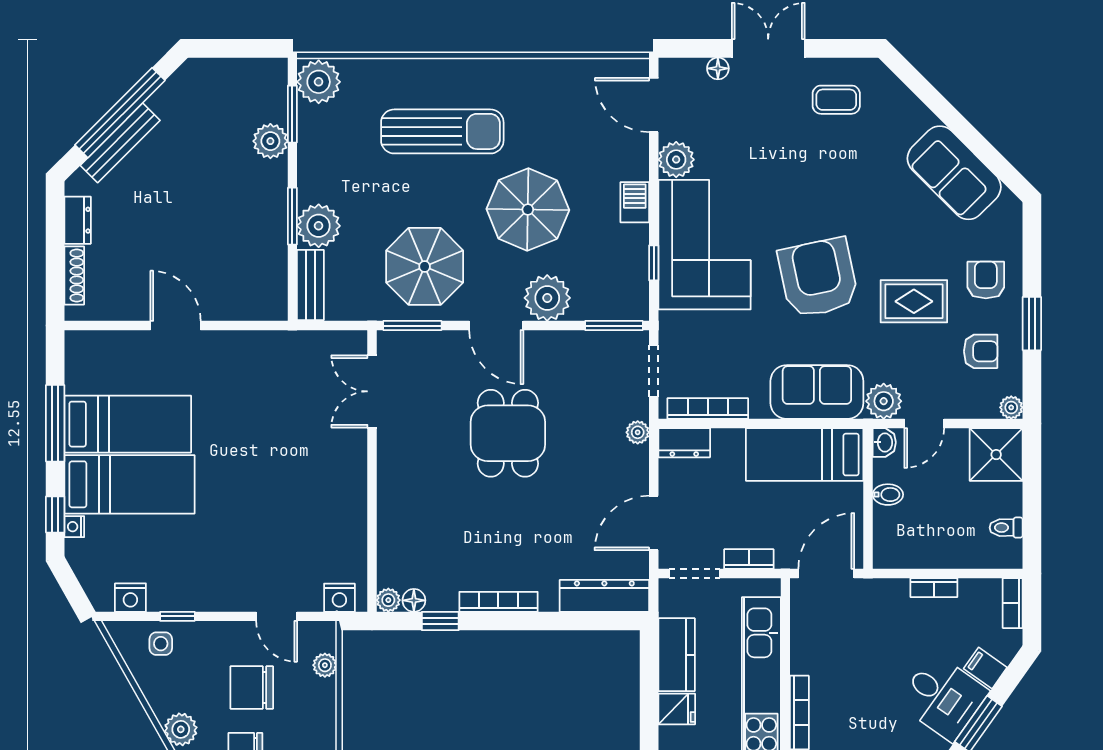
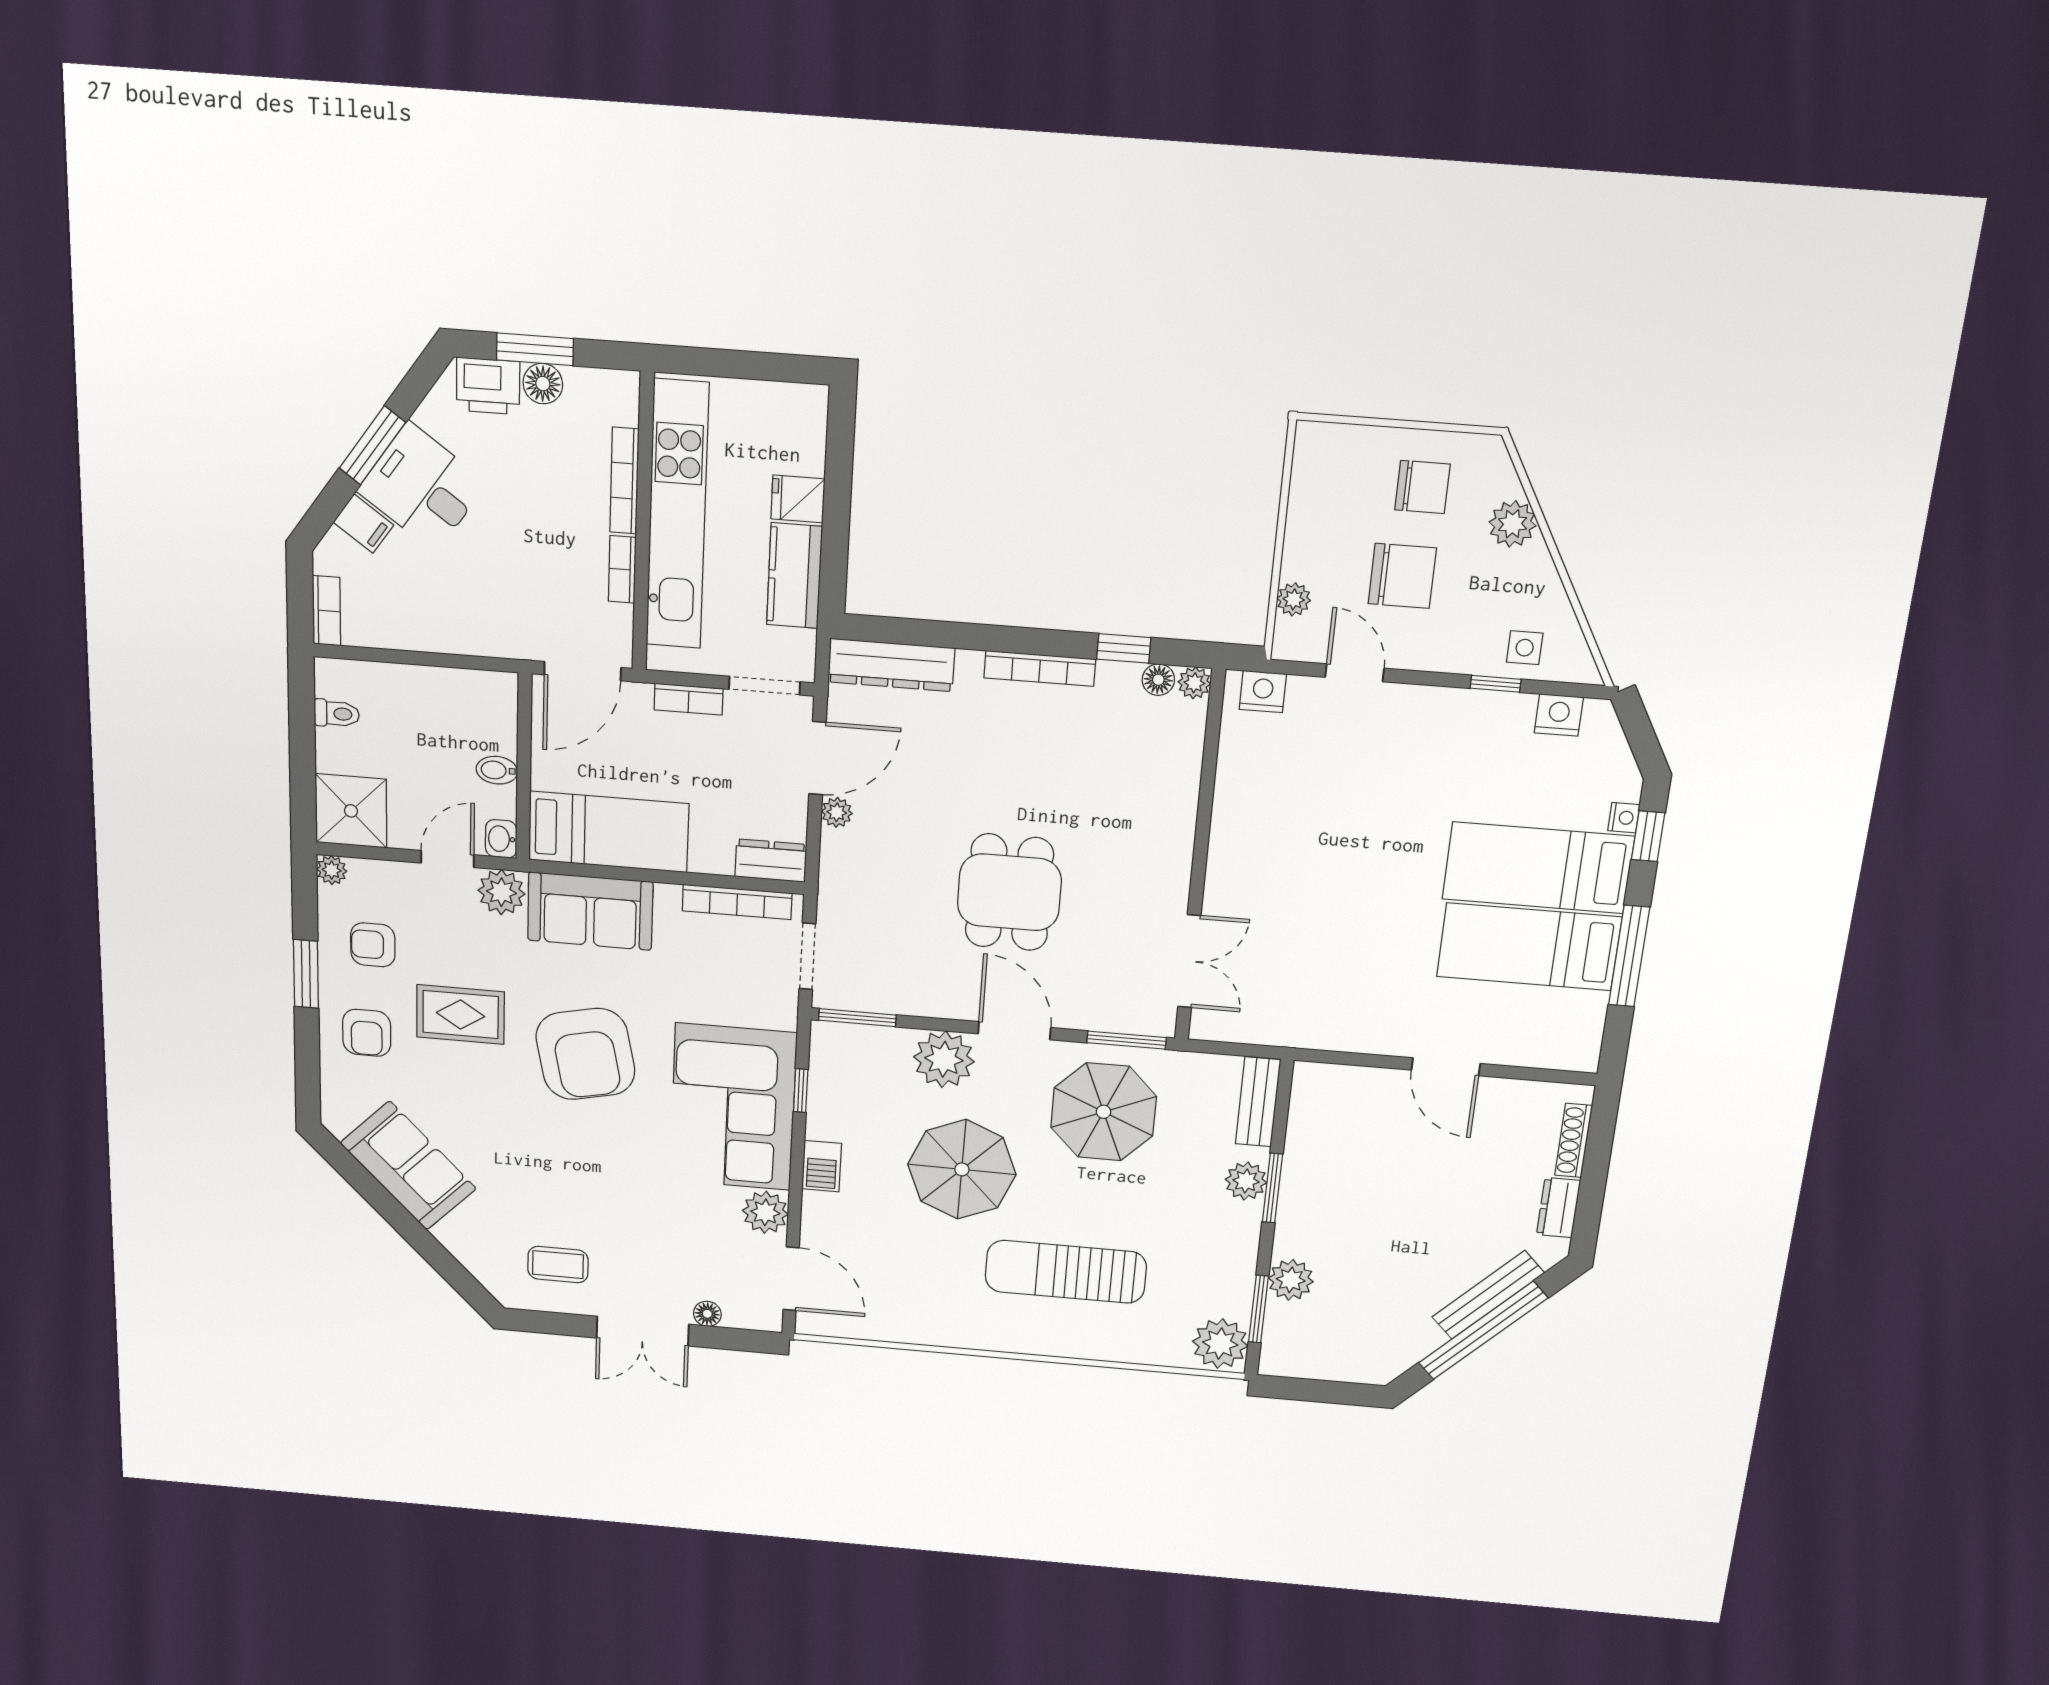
plant: (319, 226) -> (1246, 1181), width x0.73, depth x0.73
plant: (638, 432) -> (837, 812), moved
bookcase: (934, 588) -> (622, 569), moved, turned -90

